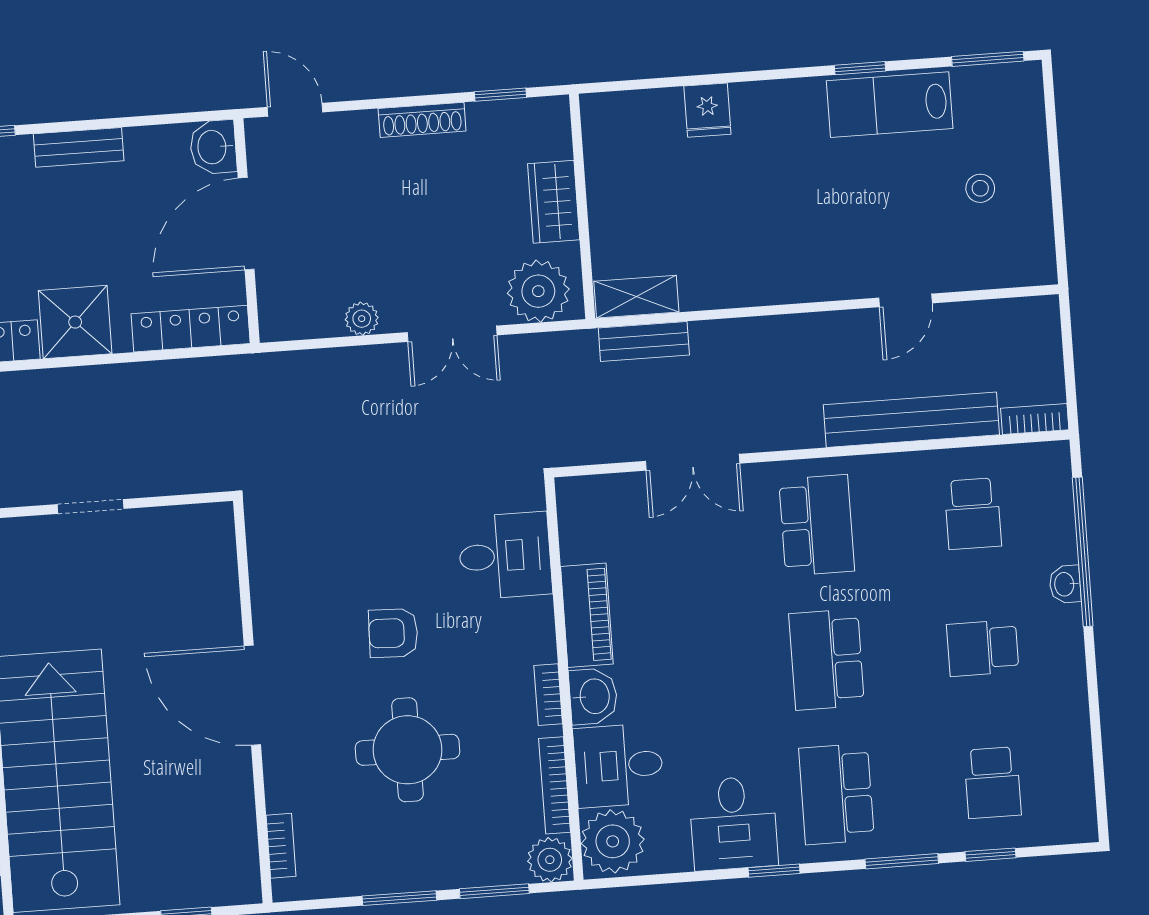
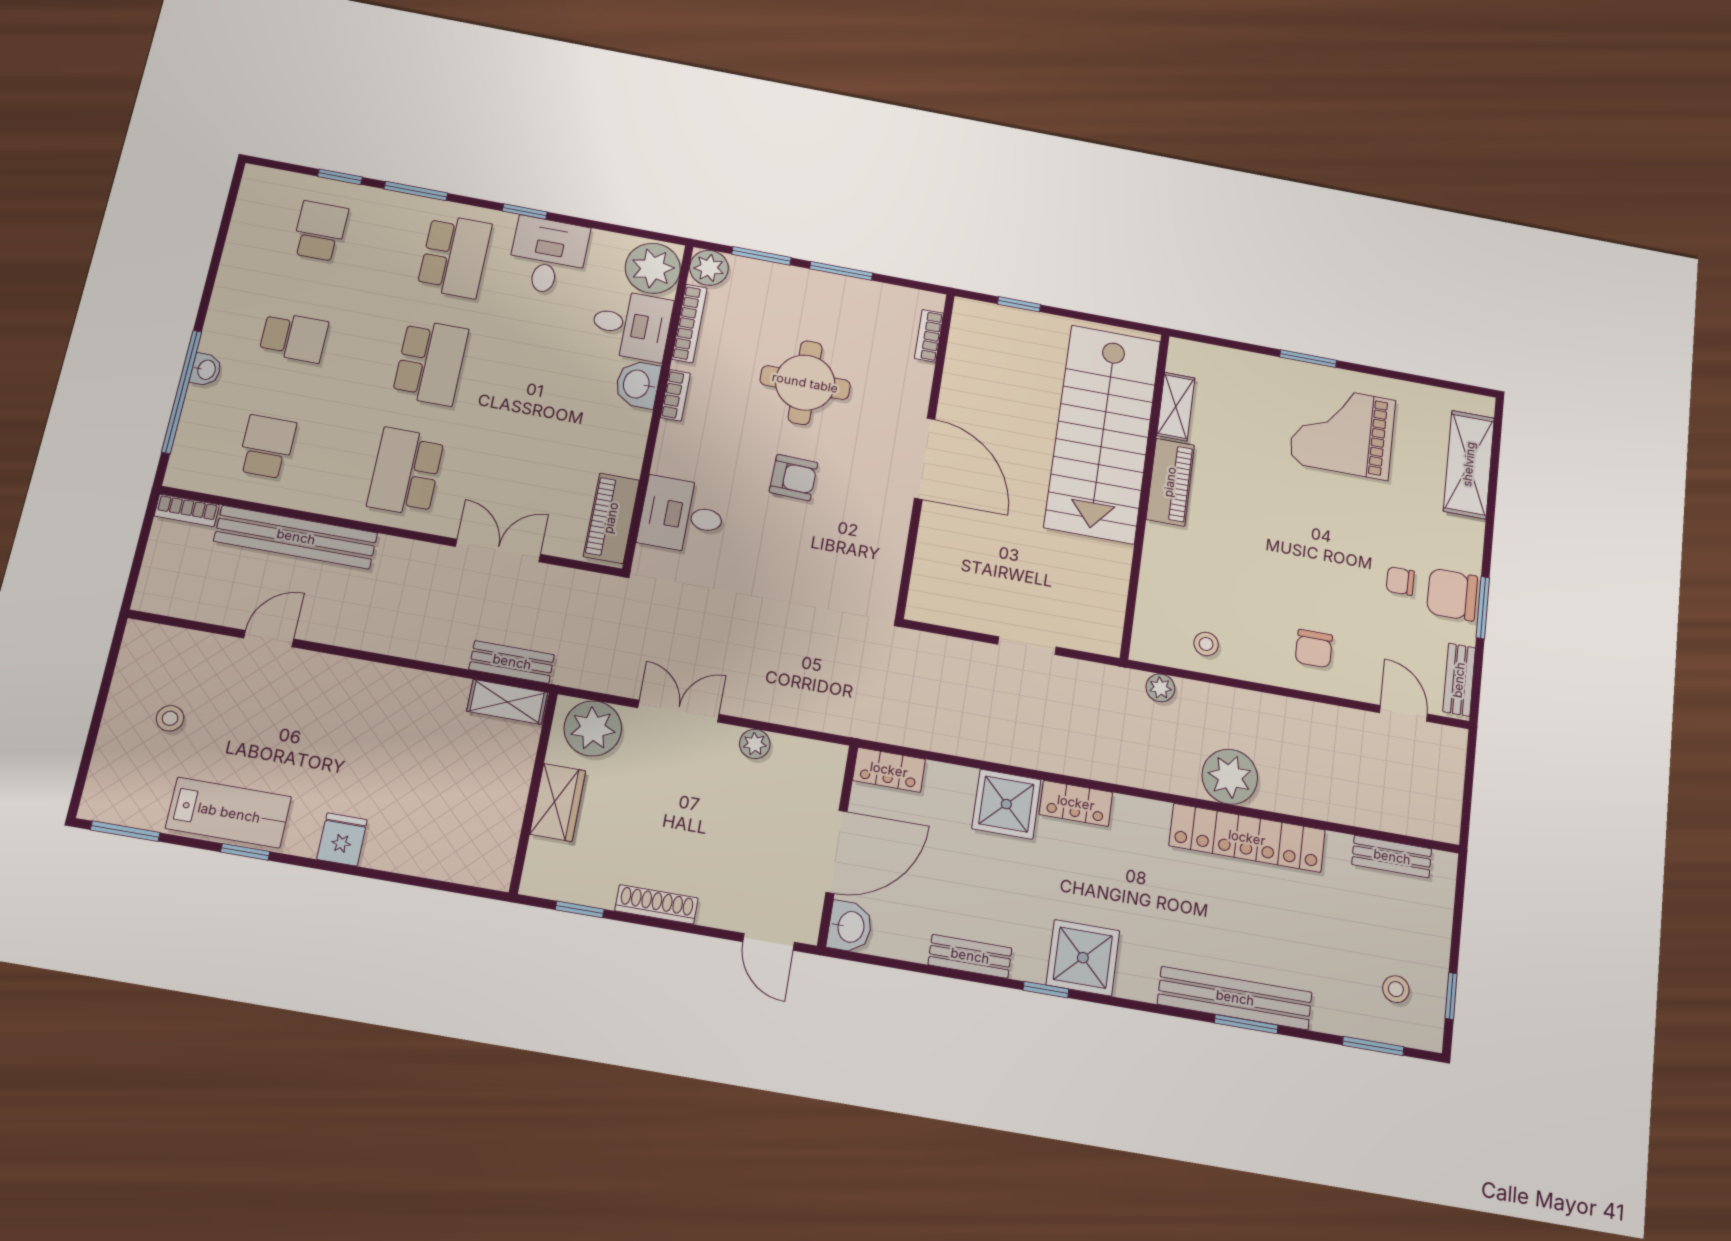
fridge: (707, 110) -> (342, 840), moved
locker: (191, 329) -> (889, 770), width x0.66
piano: (587, 615) -> (611, 518), moved

